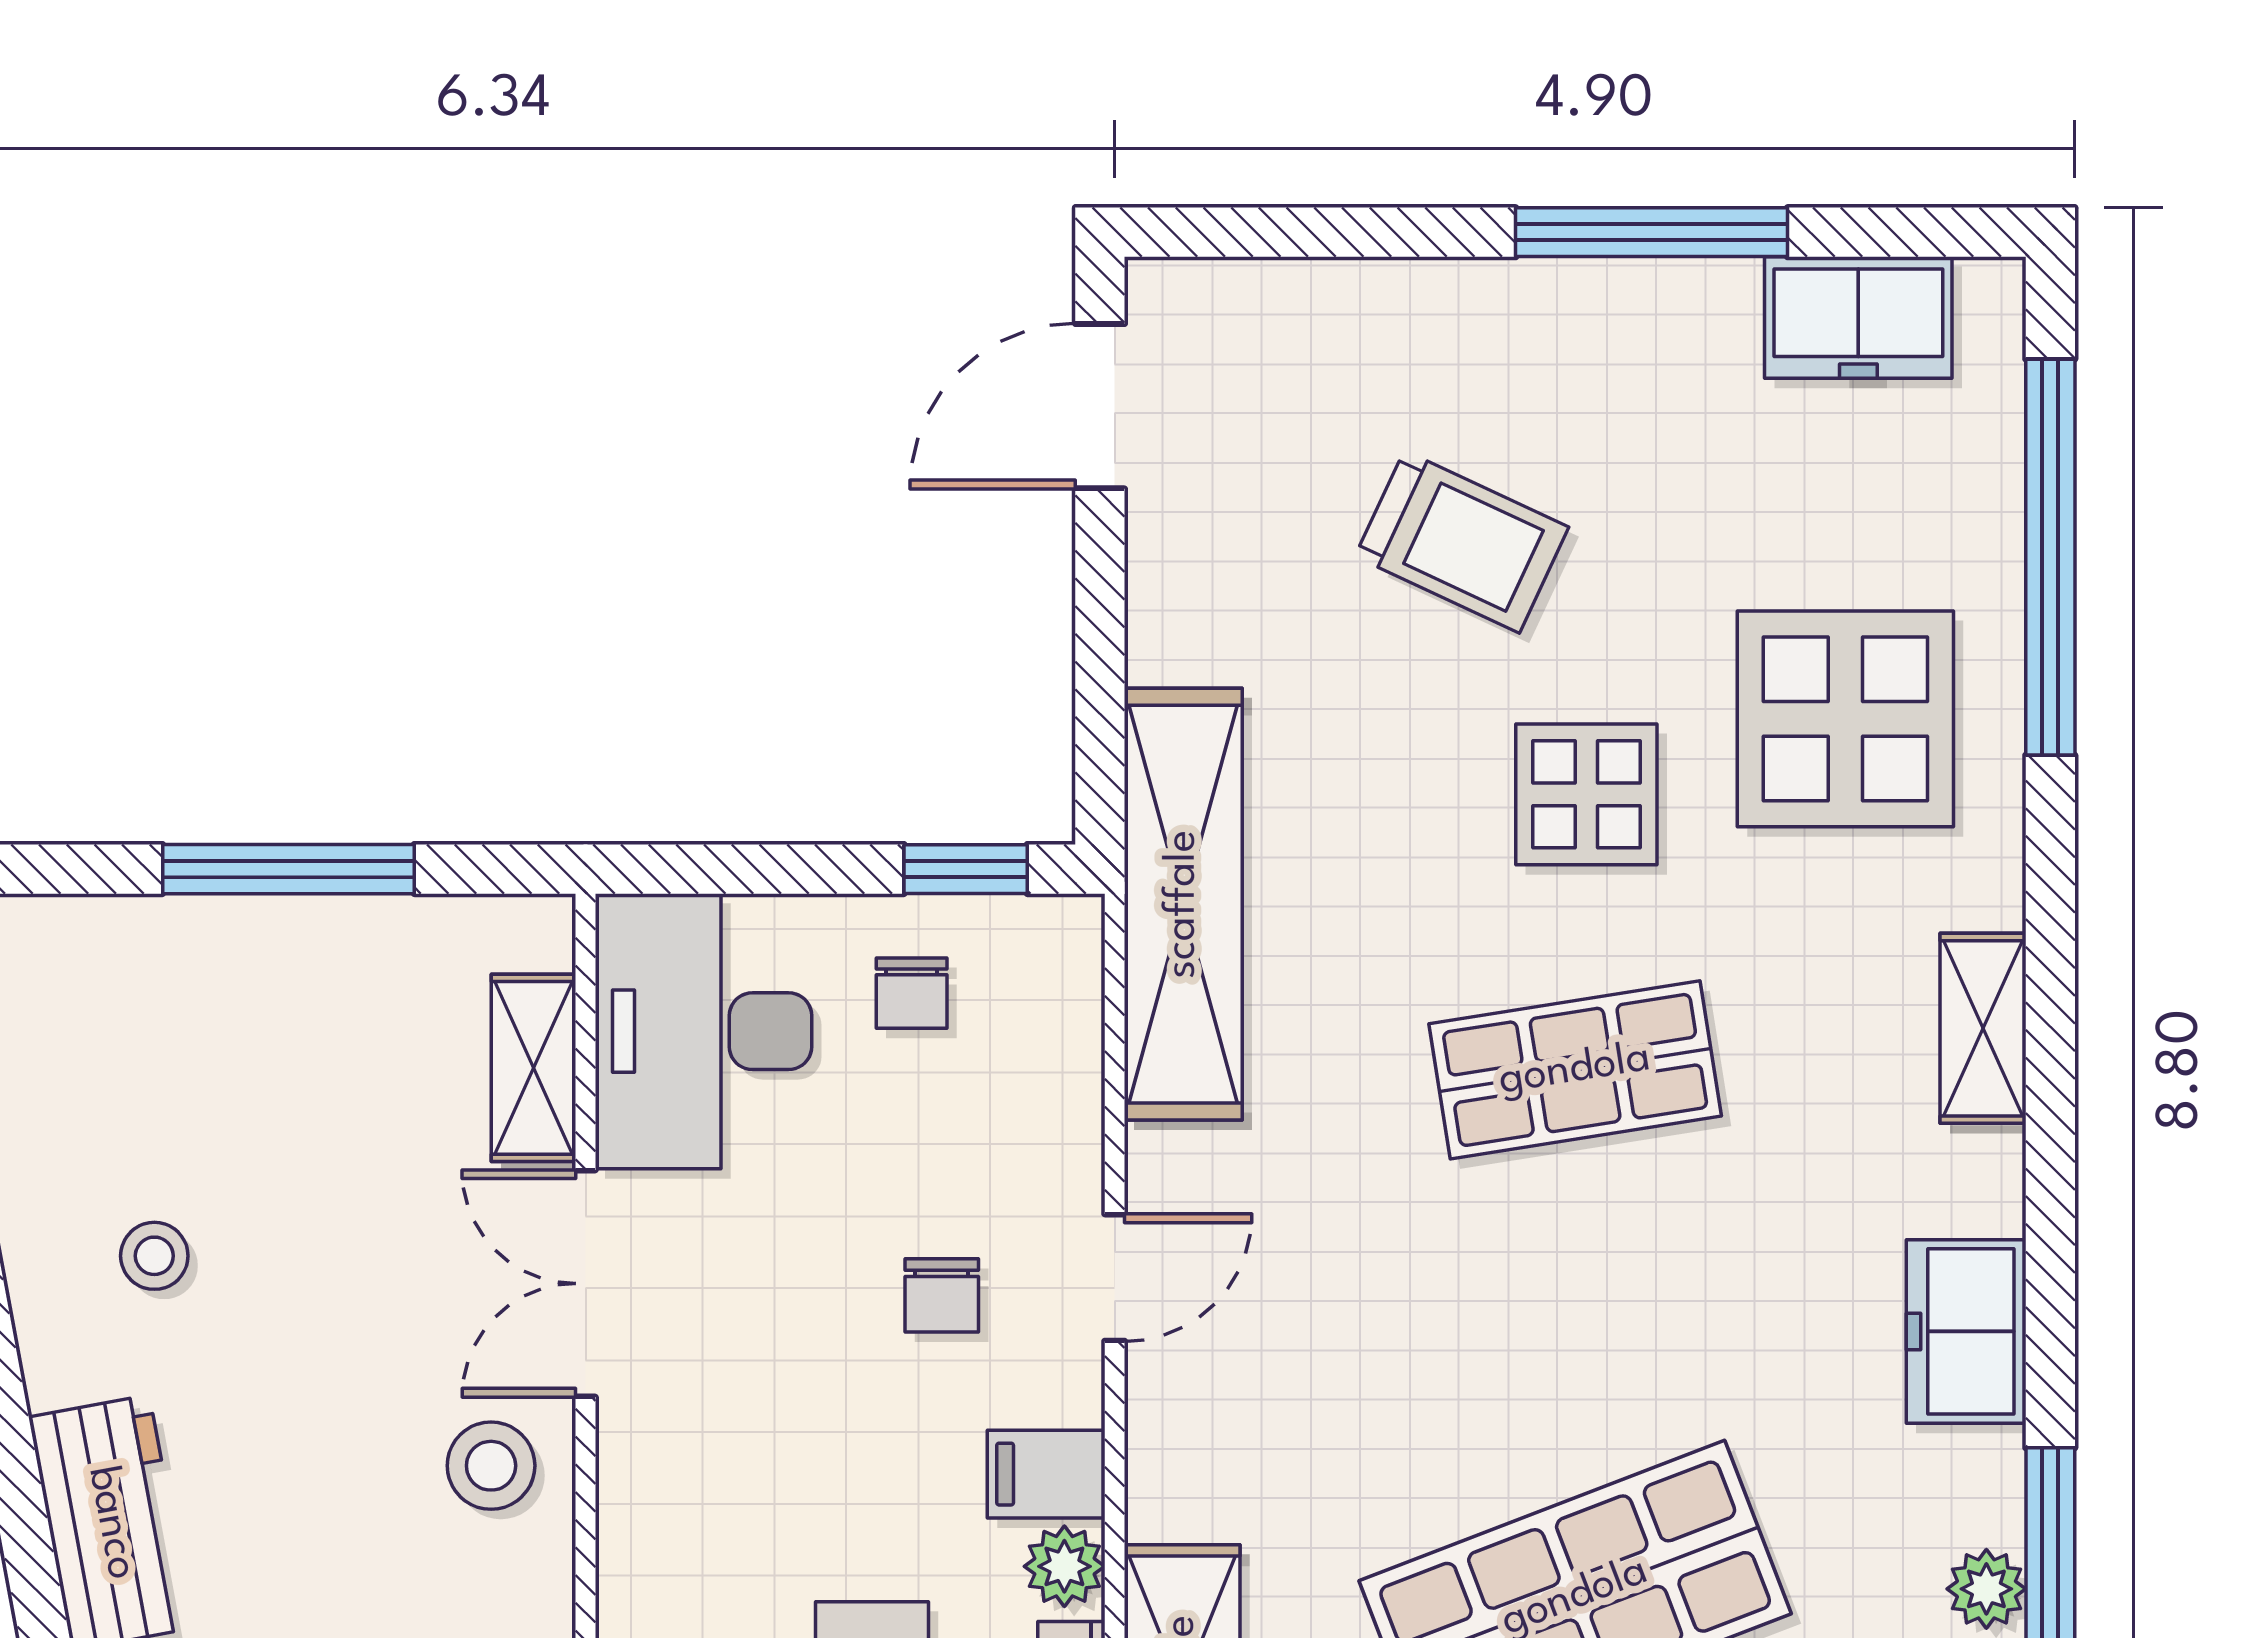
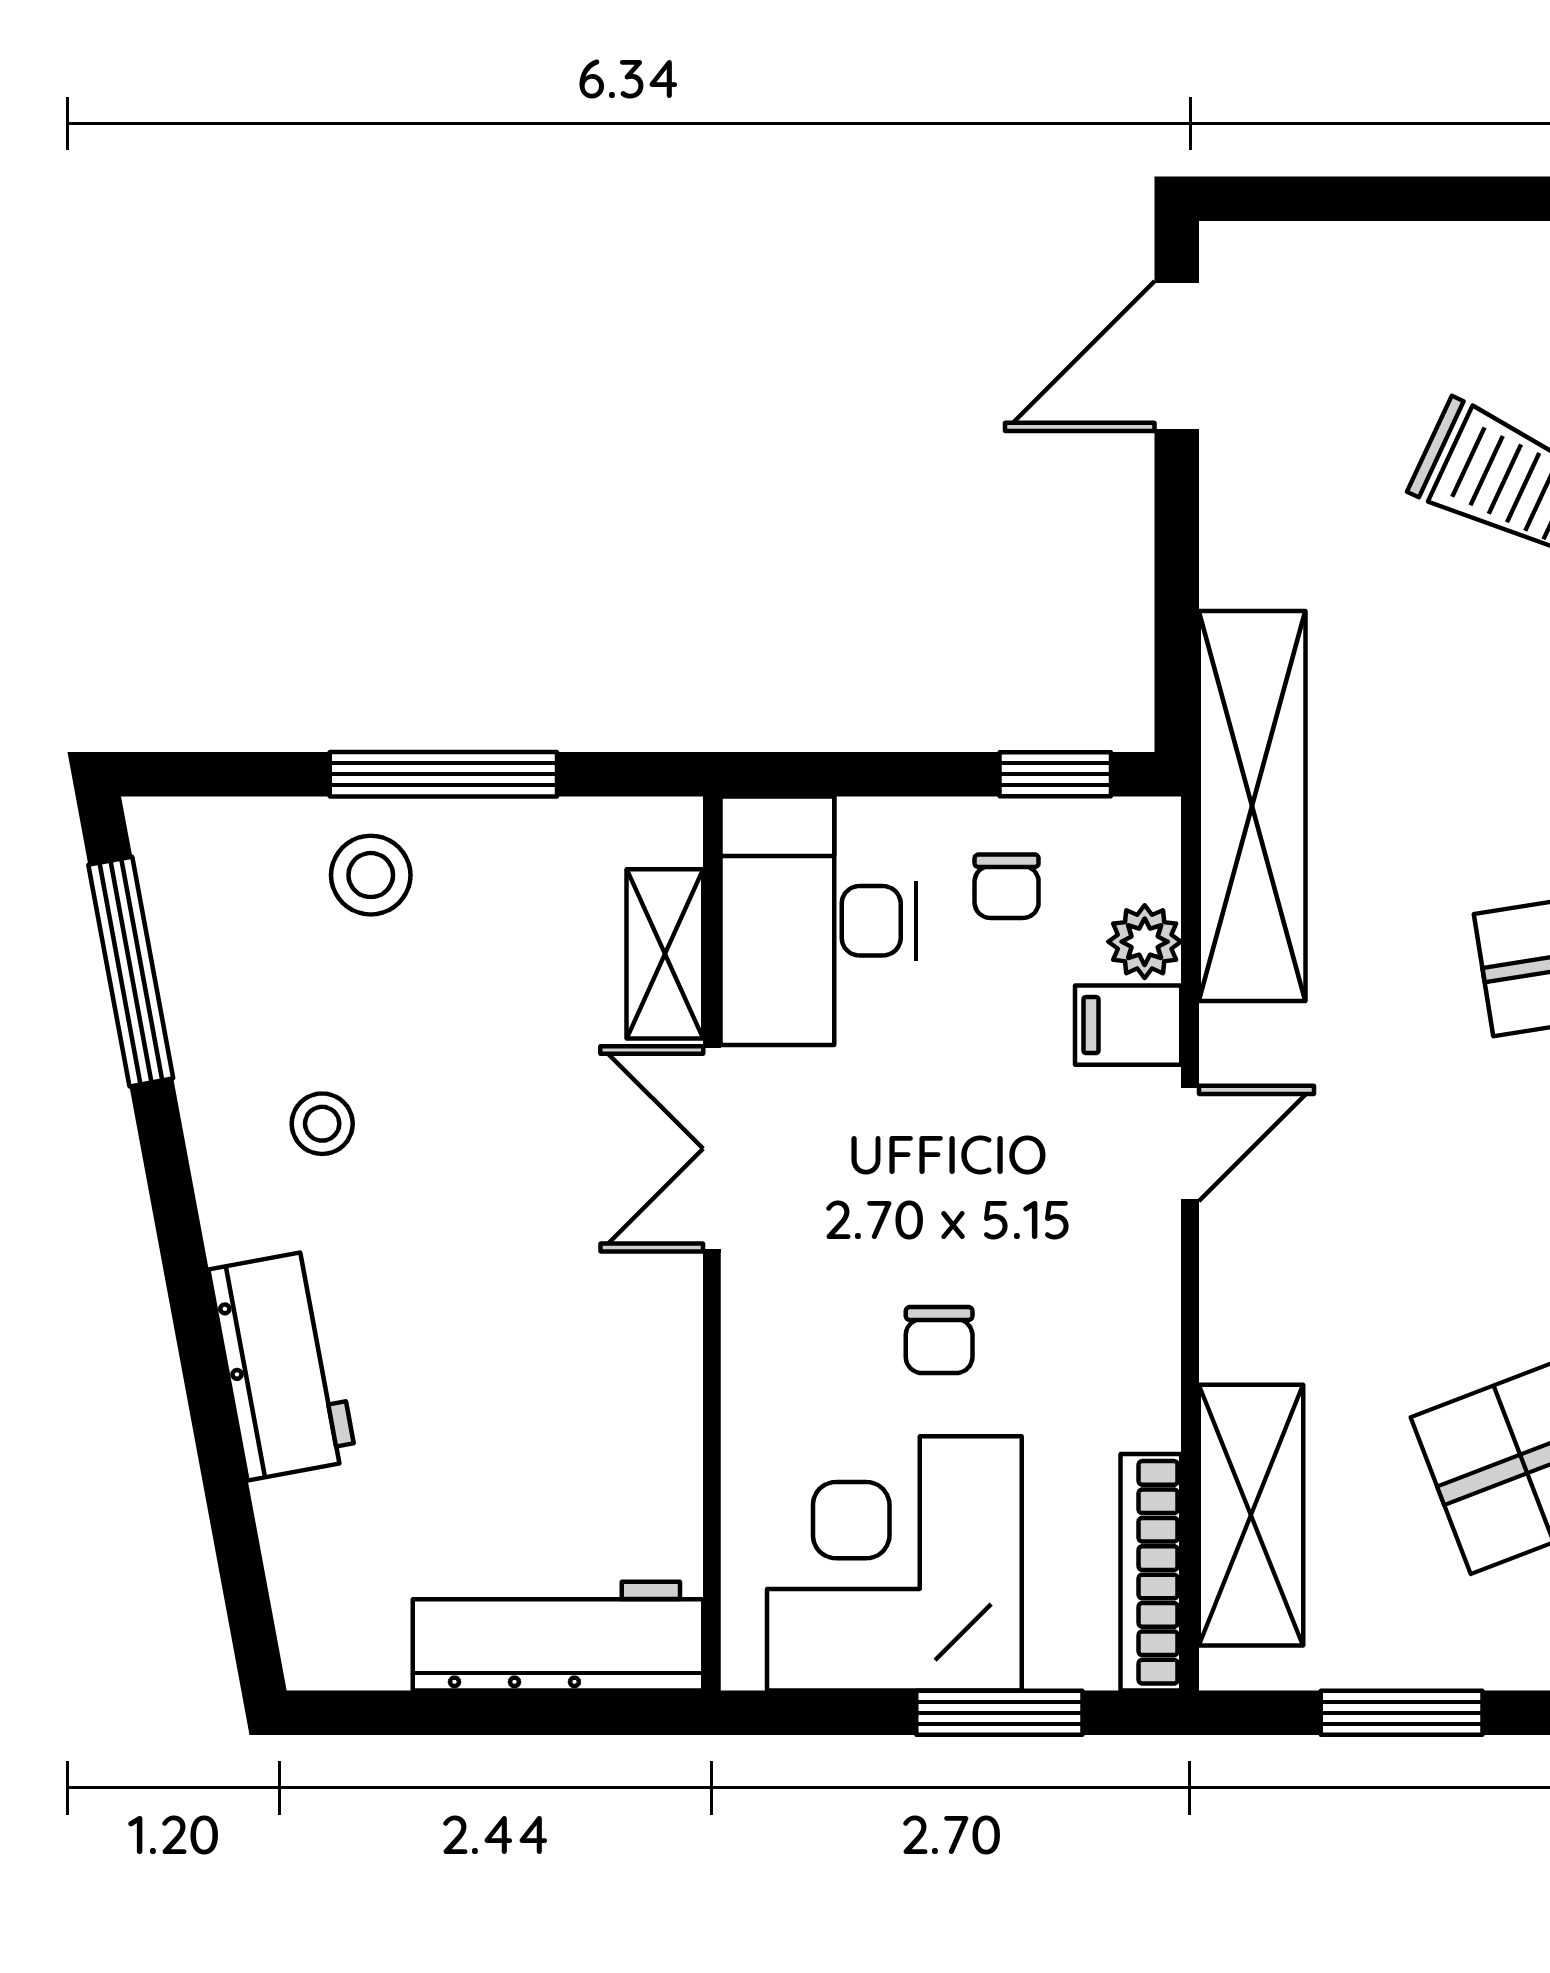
chair: (942, 1295) -> (939, 1340), moved
stool: (491, 1466) -> (371, 875), moved
filing cabinet: (1046, 1474) -> (1128, 1025), moved
plant: (1064, 1566) -> (1145, 942), moved

